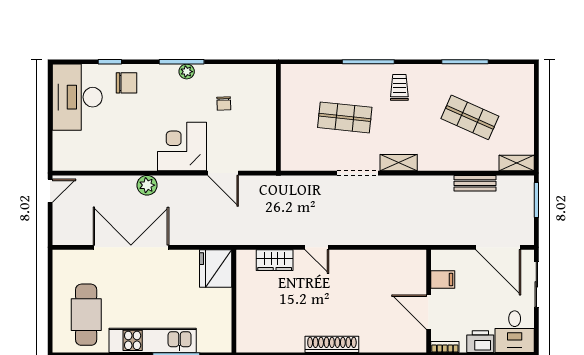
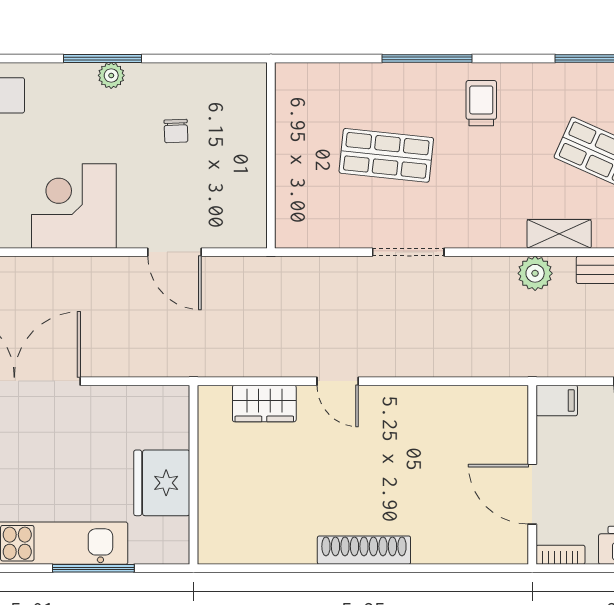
corner desk: (182, 147) -> (74, 206), moved
shelving: (399, 163) -> (559, 234), moved
plant: (147, 185) -> (535, 273), moved
fridge: (216, 268) -> (162, 483), moved
filing cabinet: (443, 279) -> (557, 401), moved

